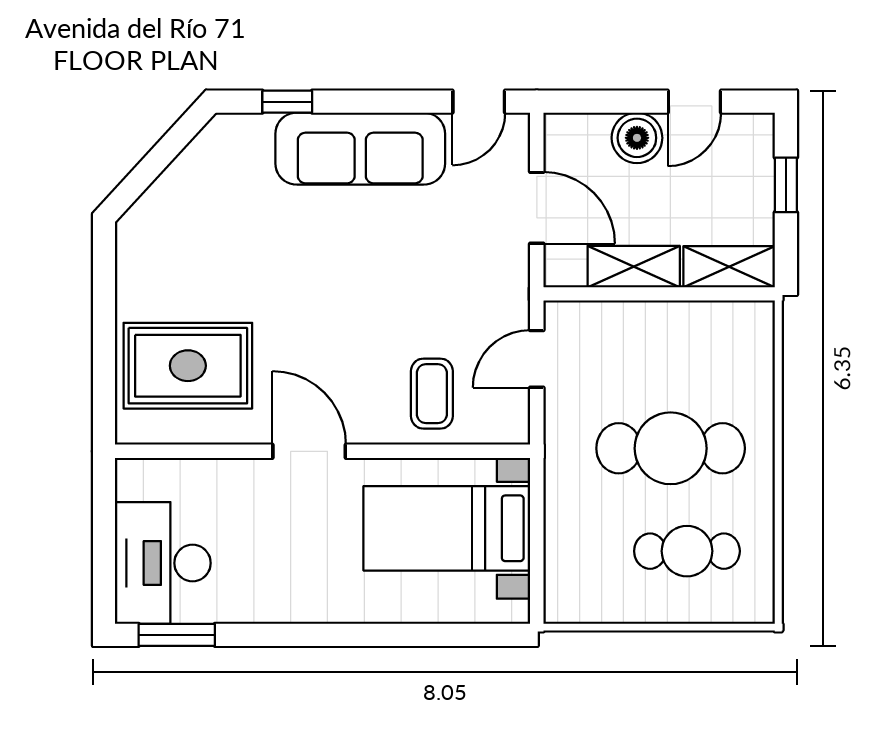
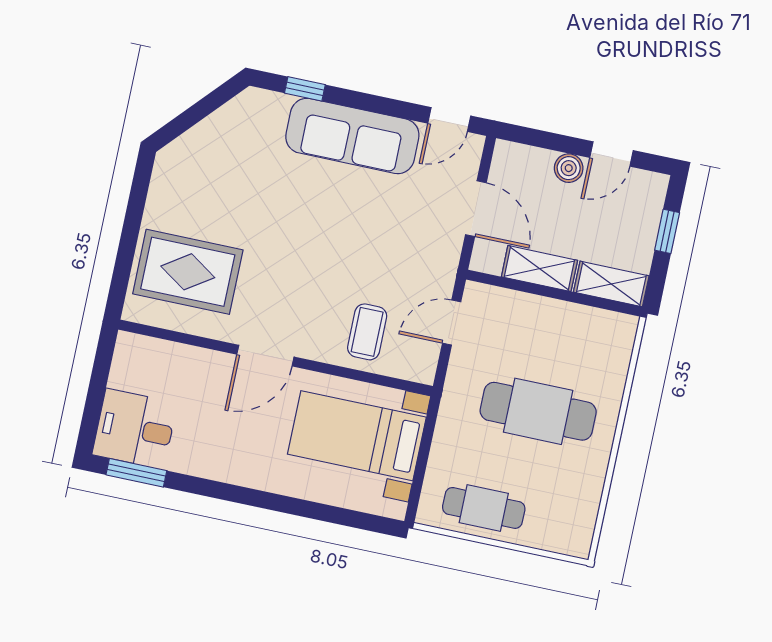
boiler: (637, 138) -> (569, 168), width x0.73, depth x0.73
door: (309, 451) -> (265, 356), swing flipped
cafe table: (687, 551) -> (484, 508), moved
desk: (163, 563) -> (135, 429), width x0.73

